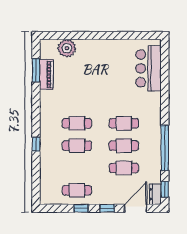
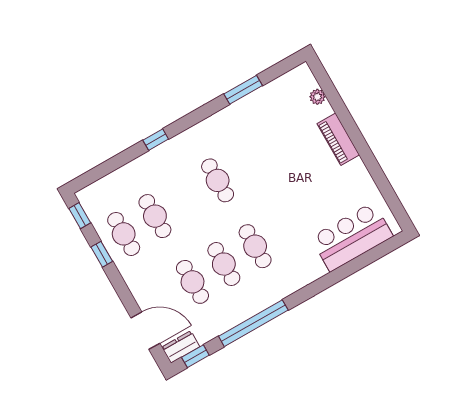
plant: (67, 48) -> (317, 97), width x0.53, depth x0.53
window: (36, 70) -> (243, 90), moved
piano: (46, 74) -> (338, 139), moved, turned 90
cafe table: (77, 146) -> (155, 216), moved
window: (107, 208) -> (80, 216), moved

